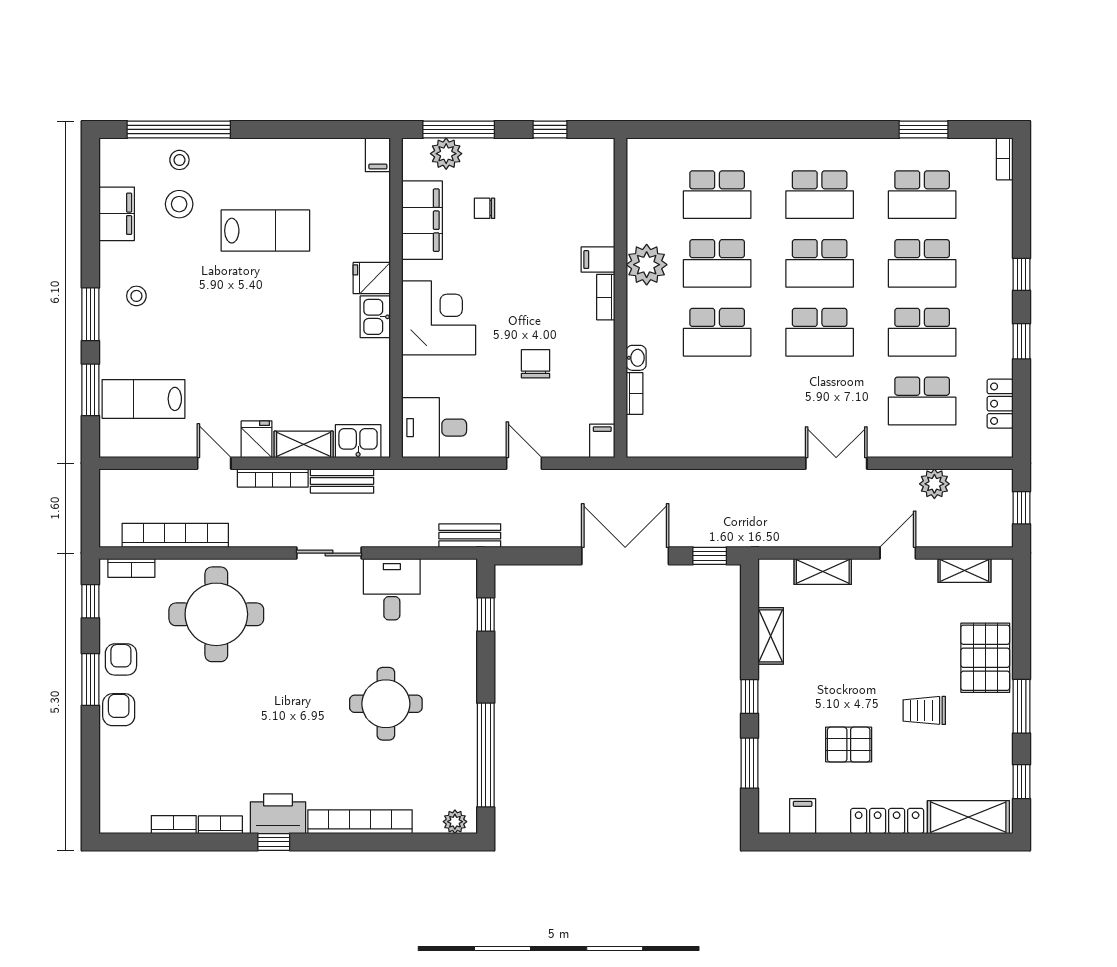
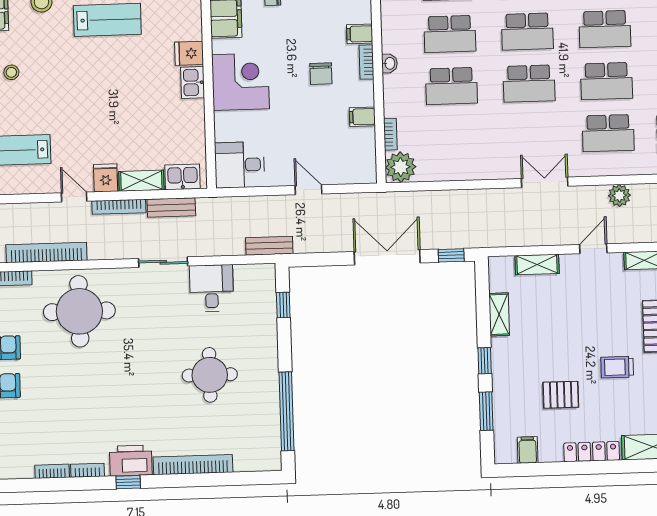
plant: (647, 265) -> (401, 167), moved
washbasin: (636, 358) -> (389, 63), moved
chair: (536, 364) -> (321, 74), moved, turned 180
filing cabinet: (602, 441) -> (362, 117), moved, turned -90
plant: (455, 822) -> (265, 462), removed

